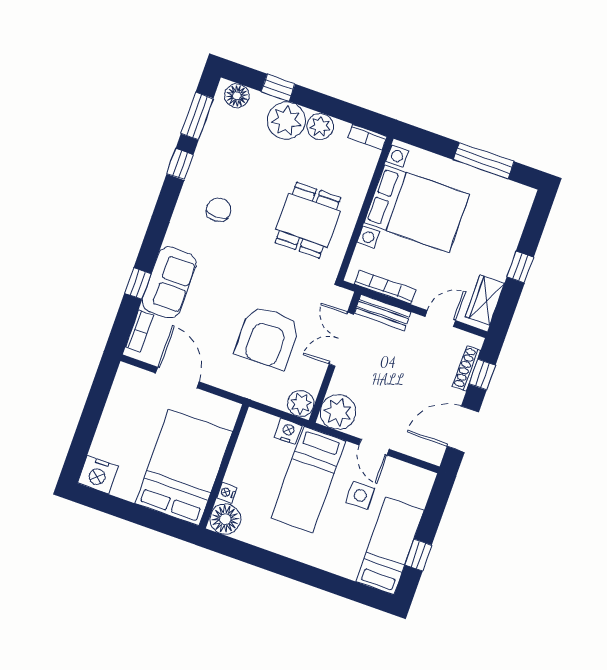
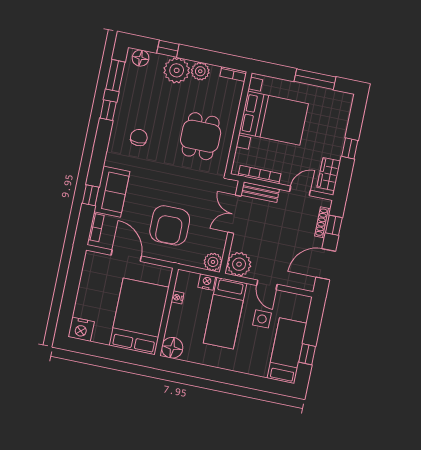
armchair: (268, 337) -> (170, 225), moved
nightstand: (227, 493) -> (177, 297), moved

